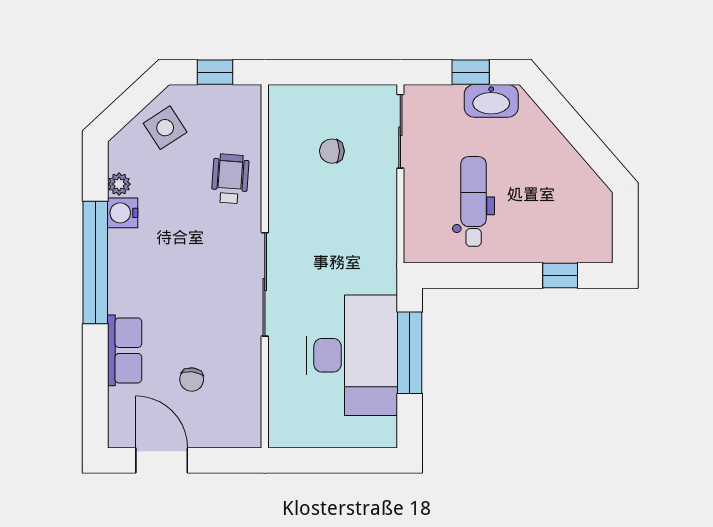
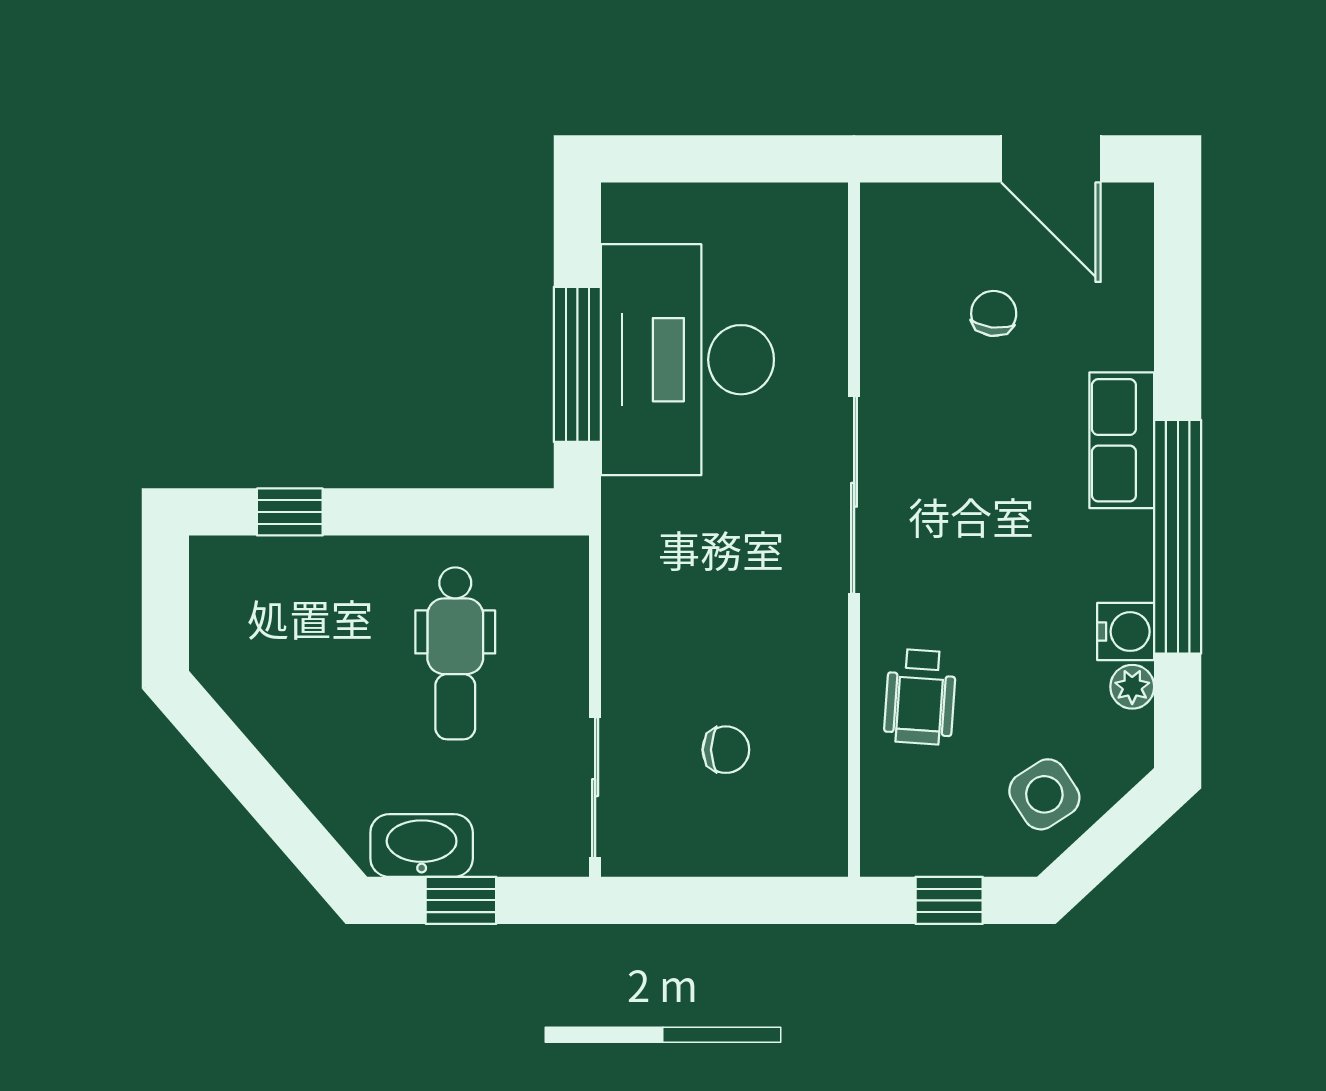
row of seats: (125, 350) -> (1122, 440), moved

